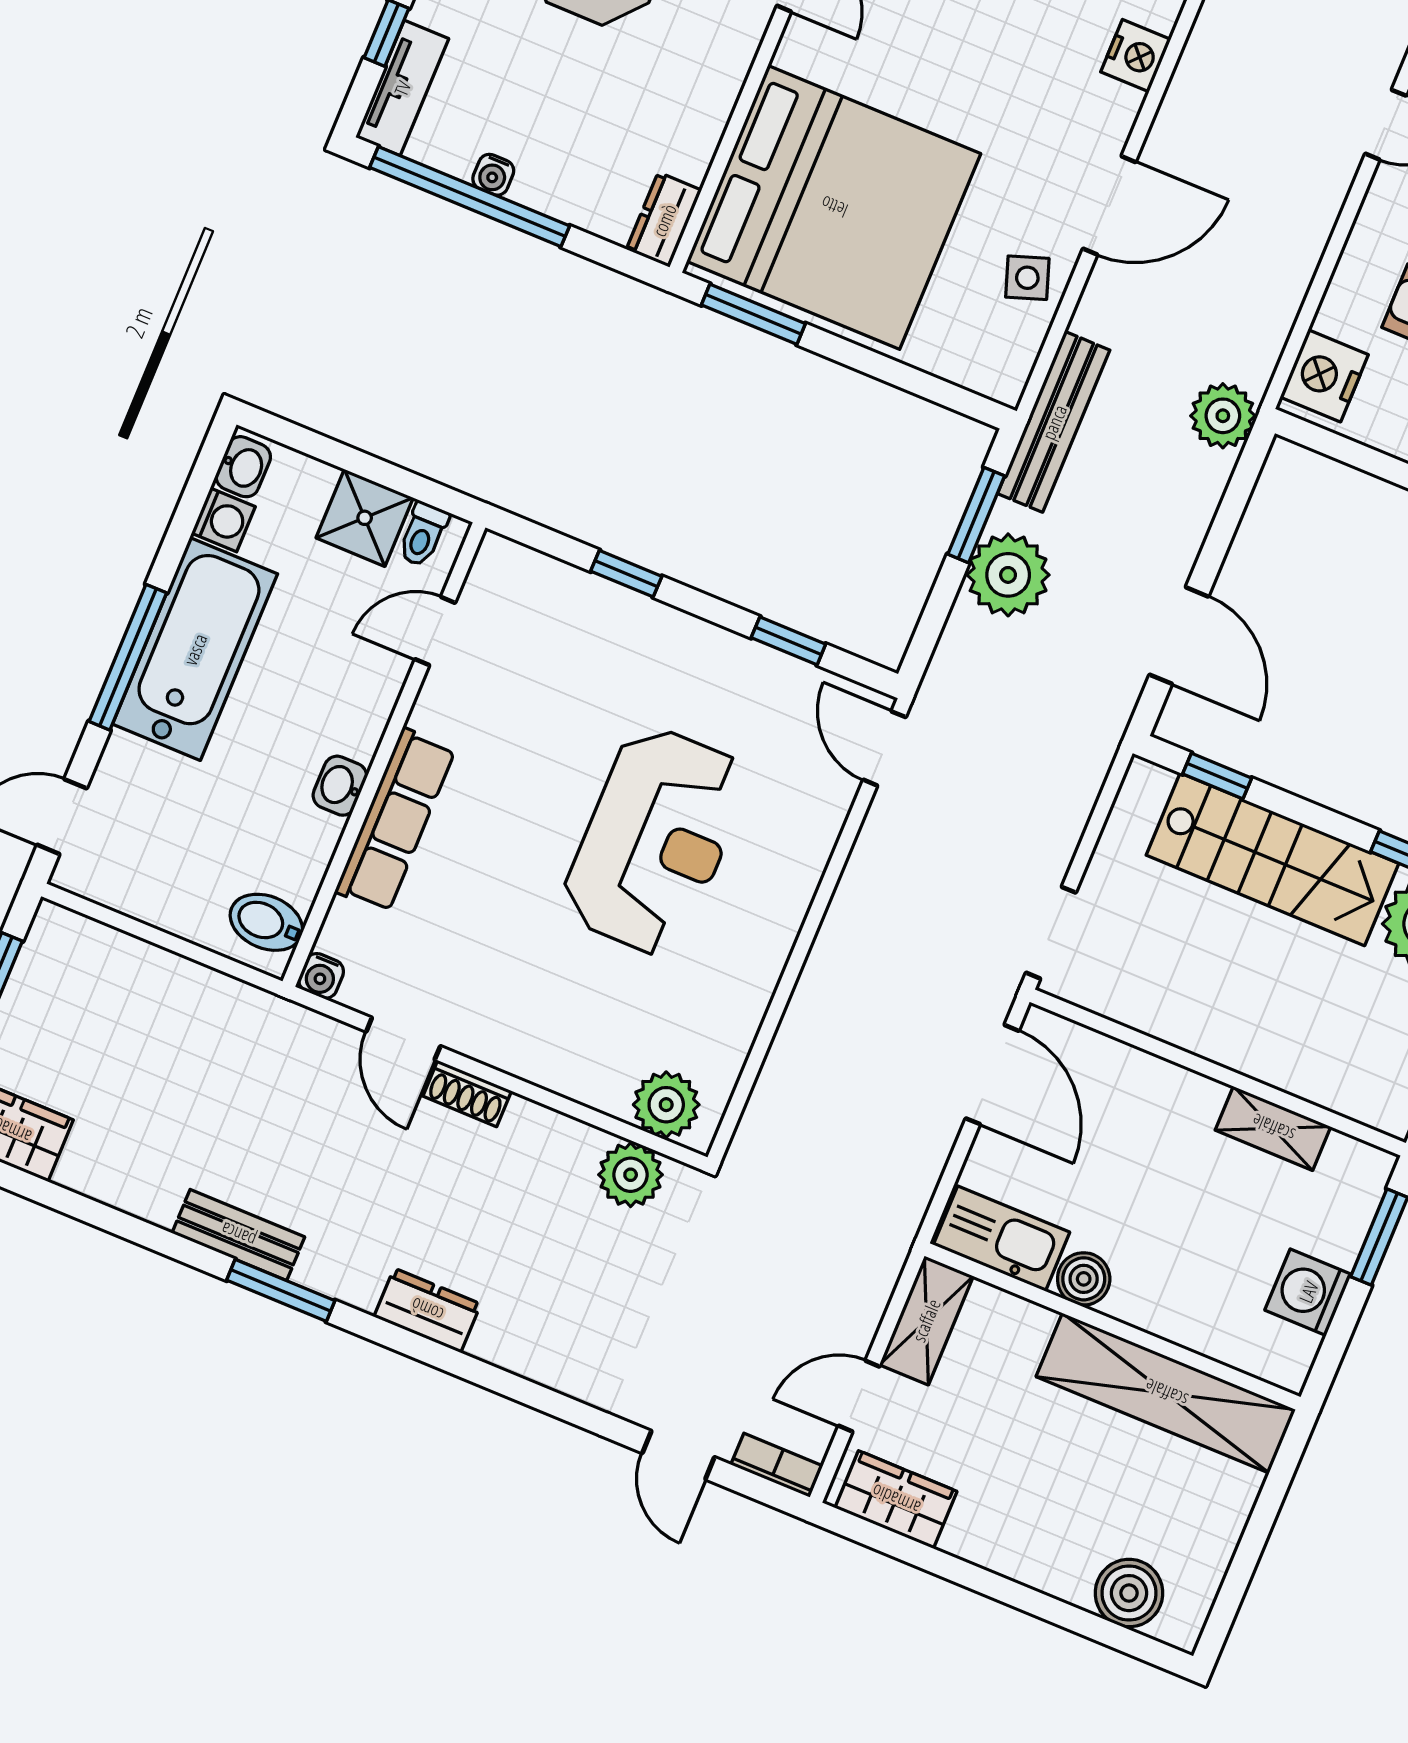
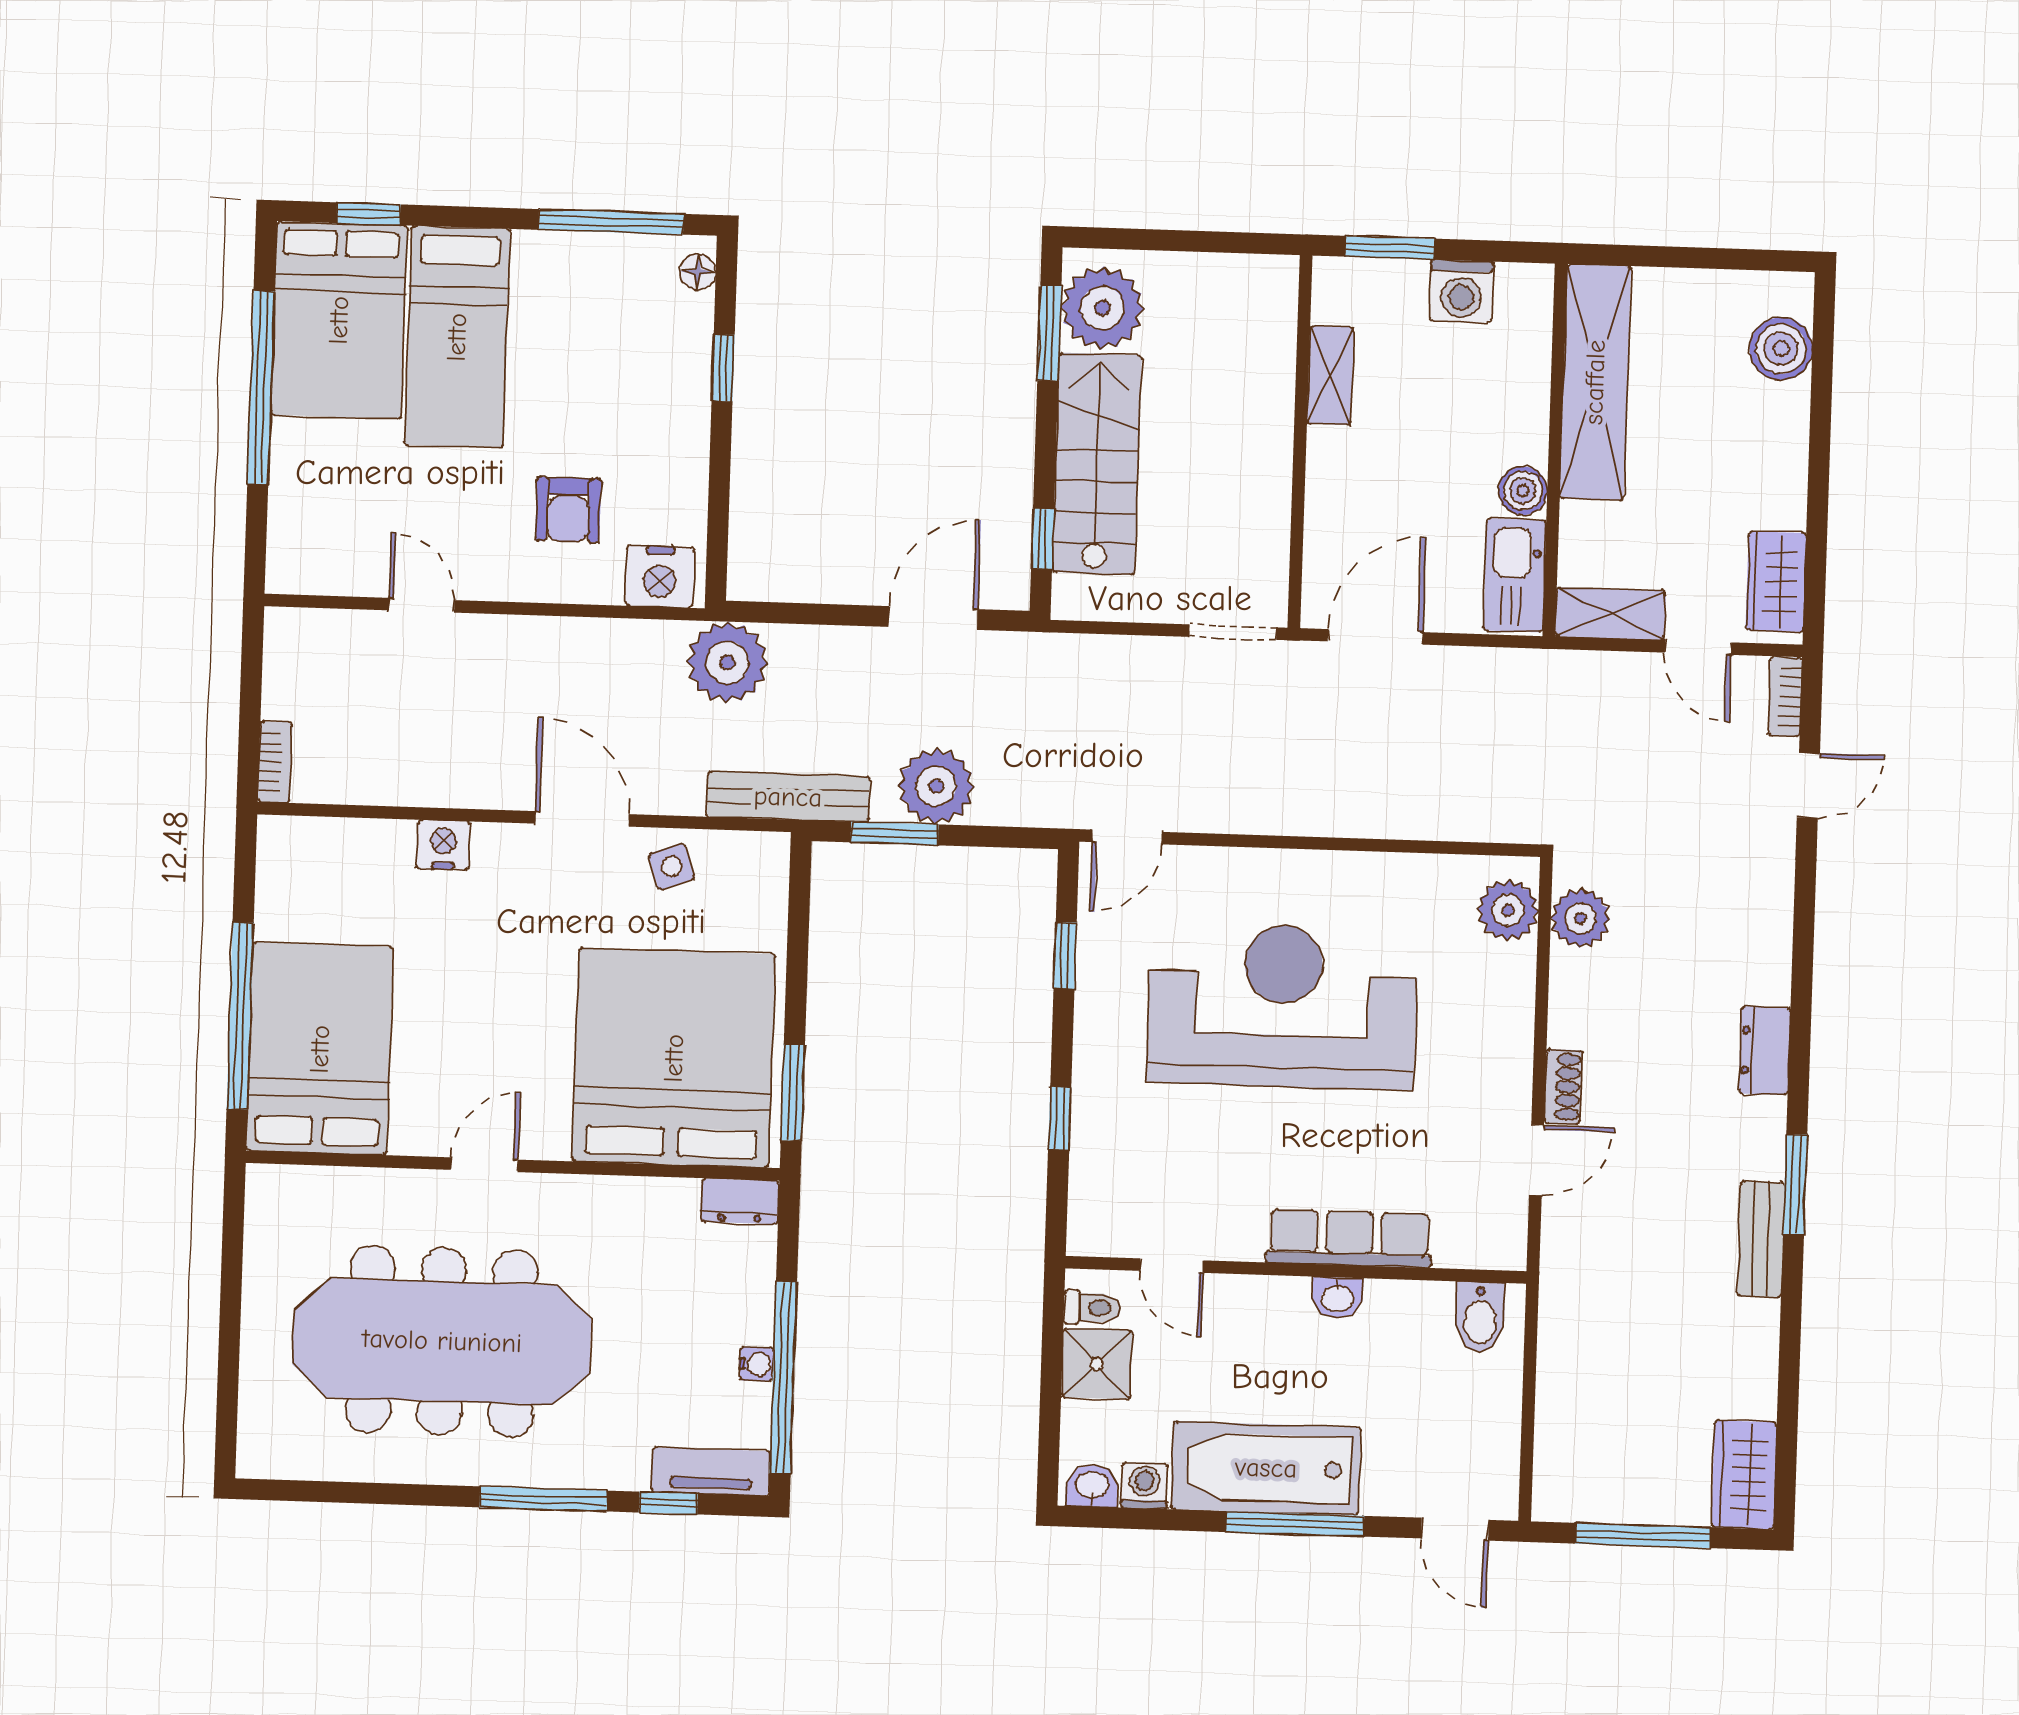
plant: (1223, 416) -> (727, 662), width x1.36, depth x1.36
reception desk: (655, 841) -> (1282, 1006), width x1.36, depth x1.30
water cooler: (321, 976) -> (1509, 1252), removed

